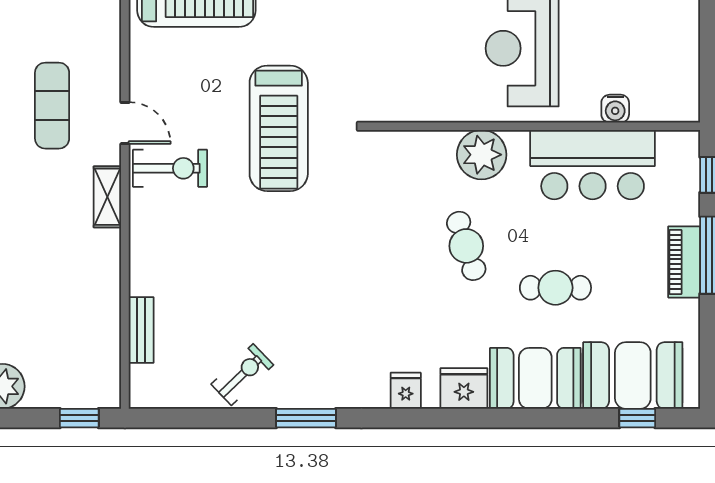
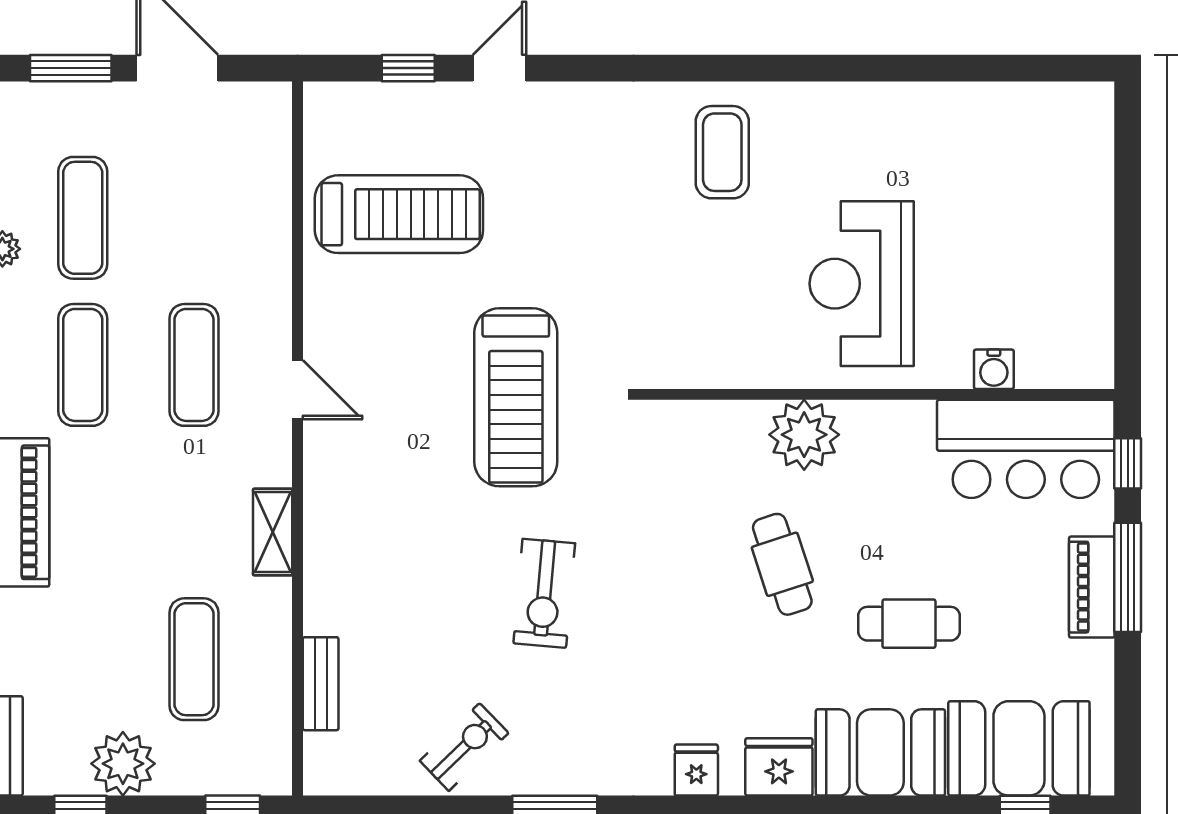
bar counter: (593, 165) -> (1026, 449), moved
exercise bike: (170, 168) -> (544, 593), moved, turned 95
shelving: (107, 197) -> (273, 532), moved
exercise mat: (52, 313) -> (194, 659), added

